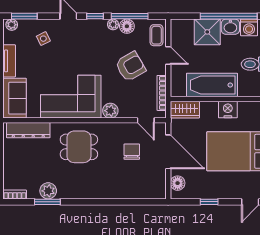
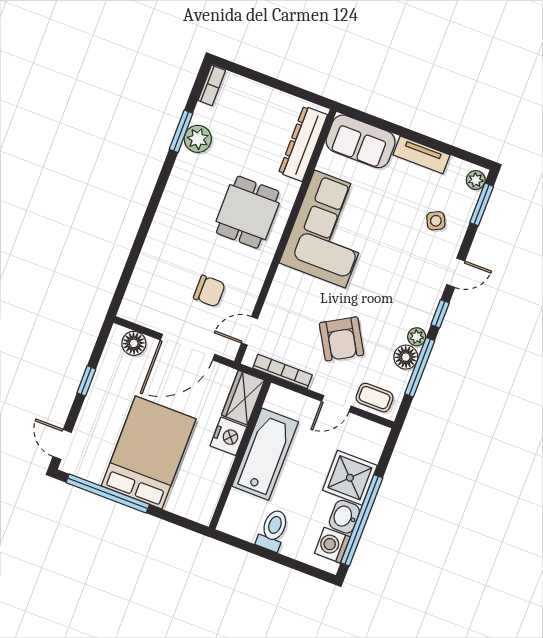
nightstand: (228, 110) -> (228, 436), moved
plant: (110, 111) -> (285, 282), removed

